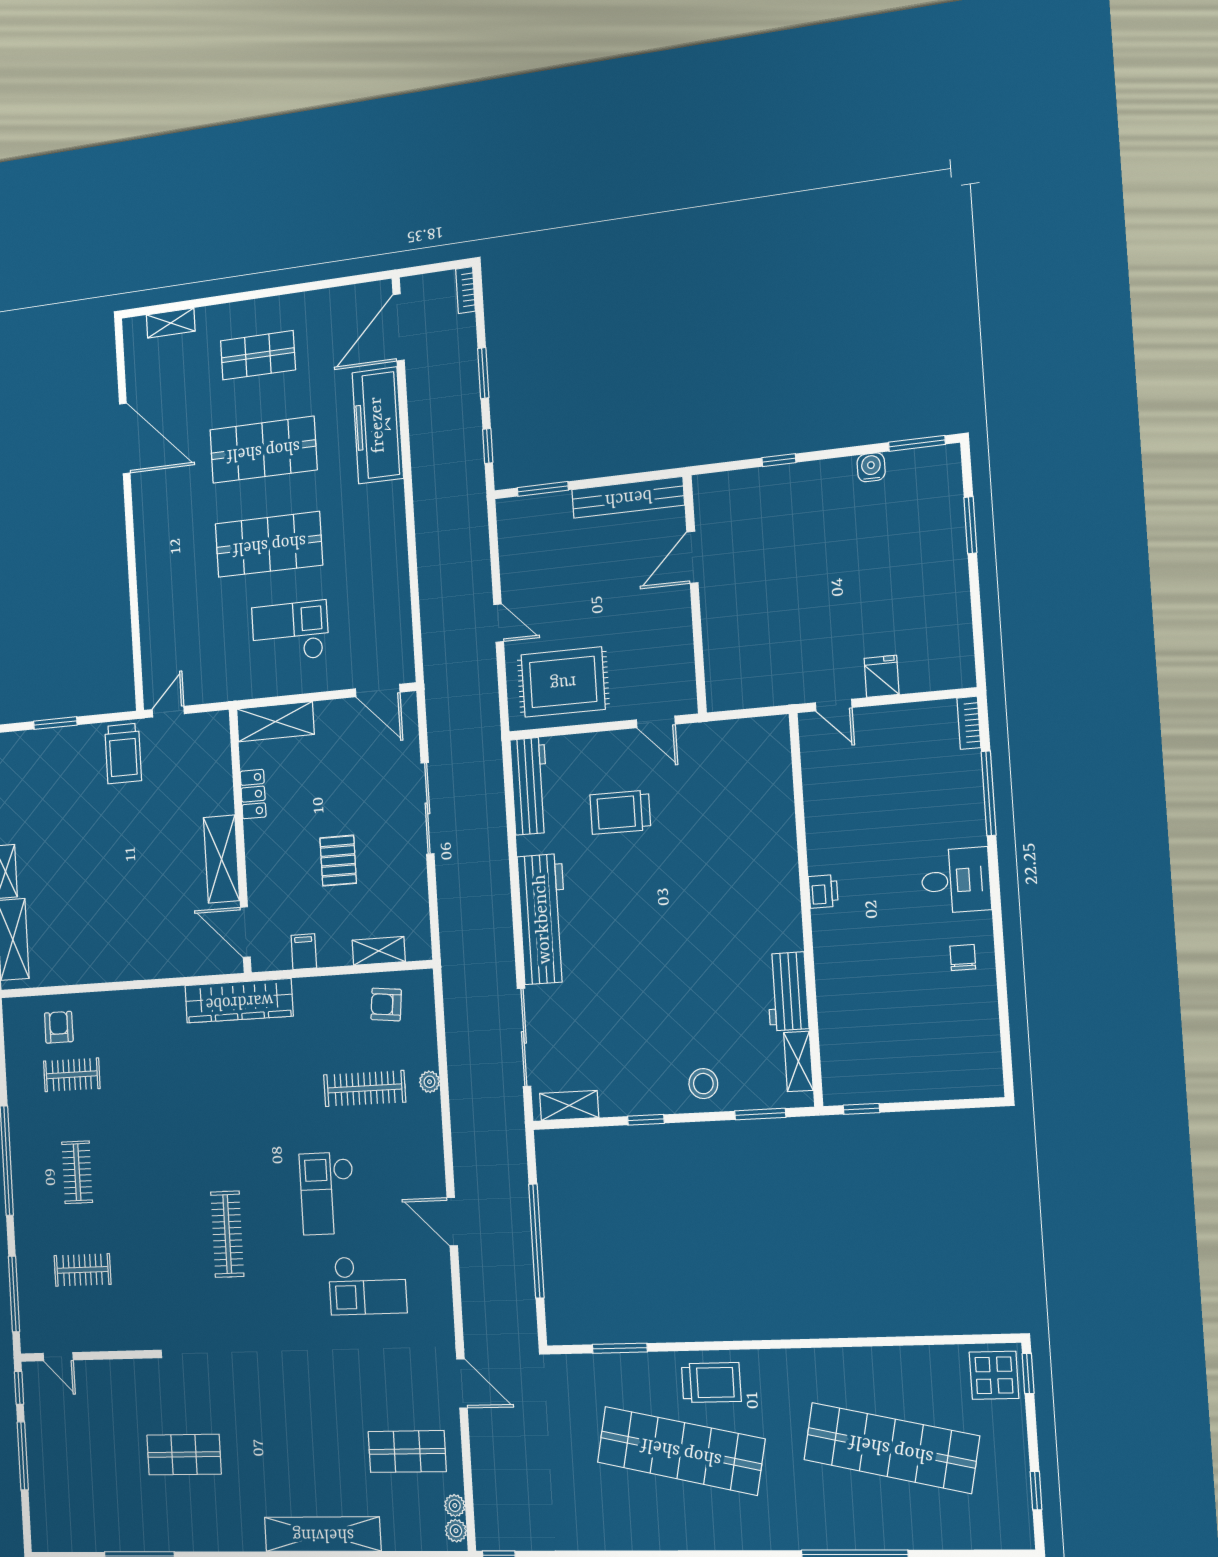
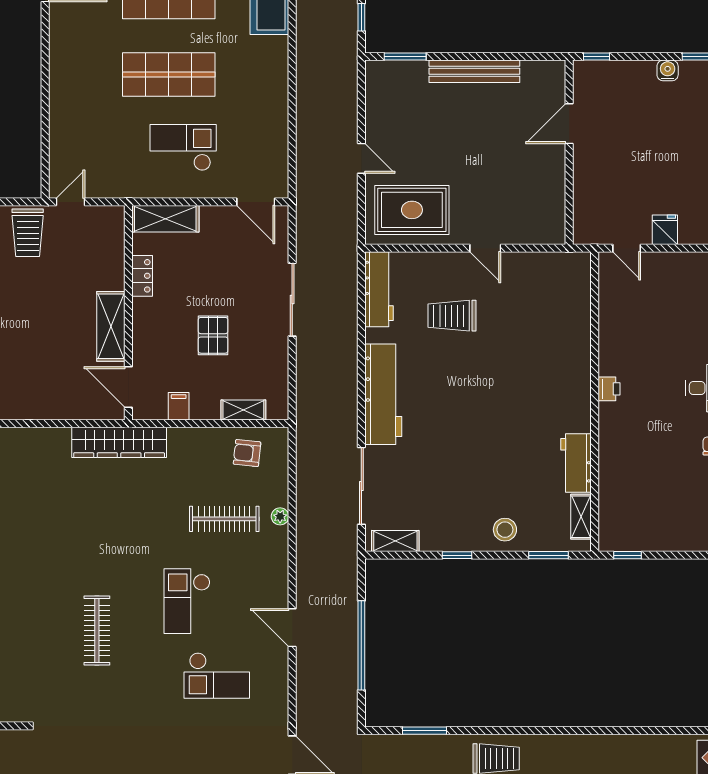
door: (692, 557) -> (569, 124), moved
wall: (695, 594) -> (569, 152), moved

